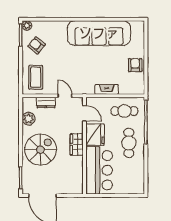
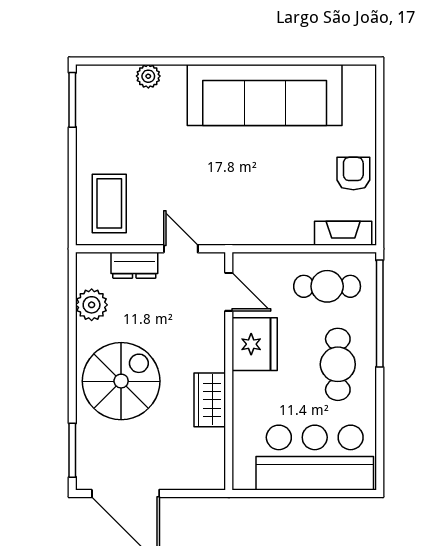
plant: (27, 25) -> (148, 76), moved
armchair: (37, 45) -> (112, 125), removed
fireplace: (107, 89) -> (343, 233), moved
wardrobe: (77, 144) -> (210, 400), moved
bar counter: (99, 170) -> (315, 458), moved, turned -90

